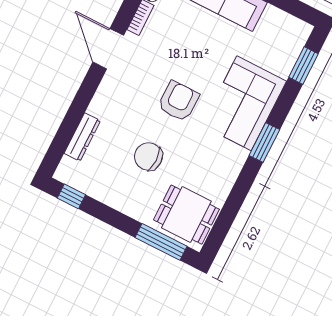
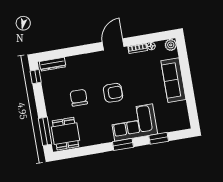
window: (303, 65) -> (159, 138), moved
dresser: (82, 137) -> (53, 64), moved

